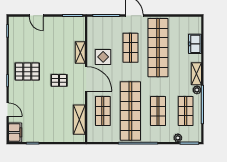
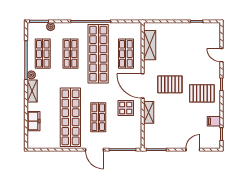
door: (36, 16) -> (193, 150), hinge flipped
pallet: (59, 80) -> (170, 84), width x1.50, depth x1.42
filing cabinet: (15, 132) -> (214, 121), moved, width x0.50

